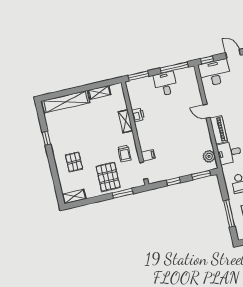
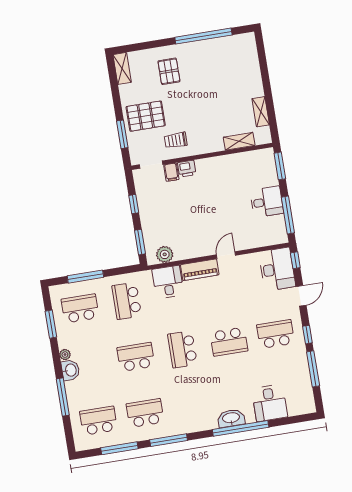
shelving: (66, 102) -> (251, 65), removed
printer: (138, 115) -> (187, 169), moved
shelving: (125, 121) -> (239, 141), moved
window: (46, 138) -> (203, 36), width x3.17
pallet: (74, 162) -> (169, 71), turned 90

